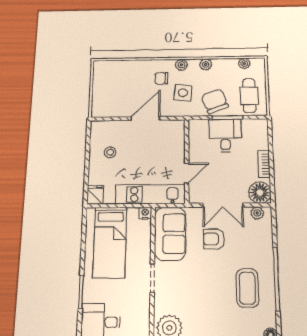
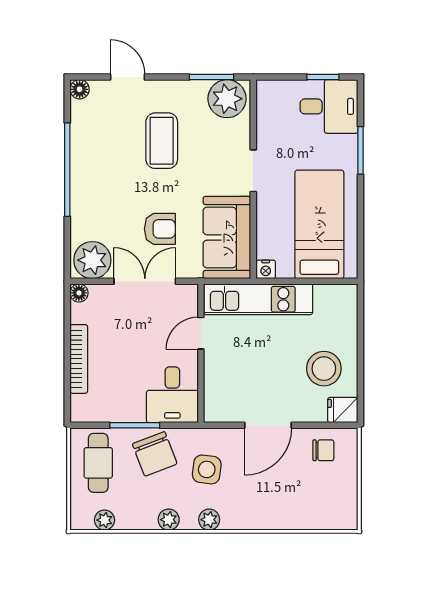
chair: (161, 78) -> (323, 450), moved
desk: (225, 136) -> (172, 395), moved
stool: (110, 152) -> (324, 369), width x1.89, depth x1.89
bookcase: (264, 164) -> (79, 359), width x1.56
floor lamp: (260, 193) -> (79, 293), width x0.53, depth x0.53
fridge: (95, 195) -> (343, 410), moved, turned 90
plant: (257, 213) -> (92, 260), width x1.87, depth x1.87
coffee table: (247, 288) -> (162, 141), moved

